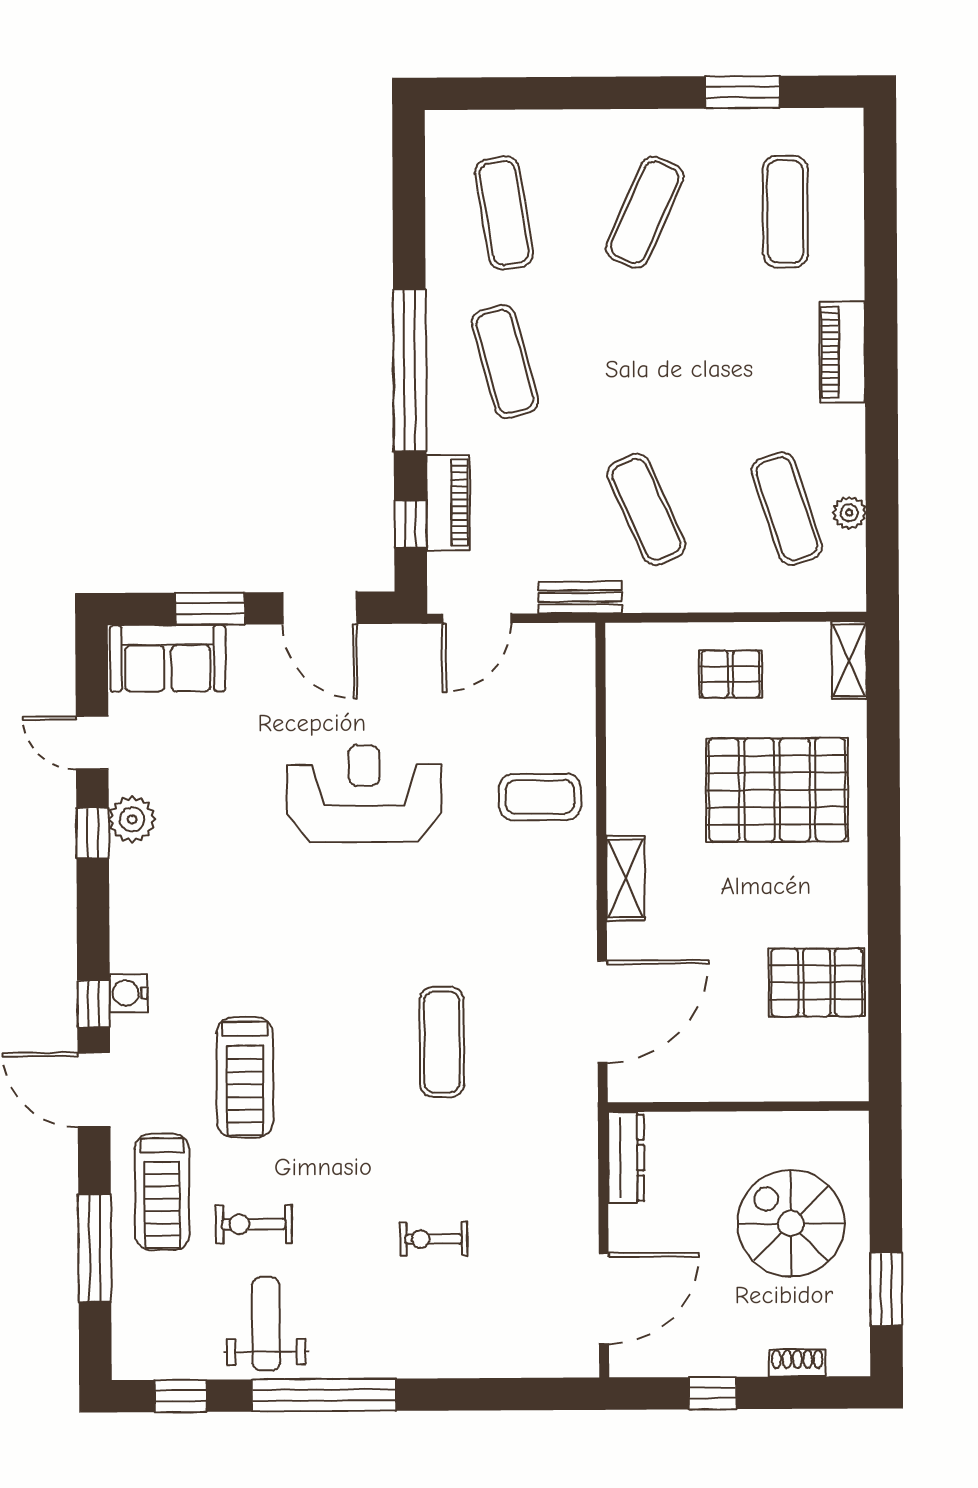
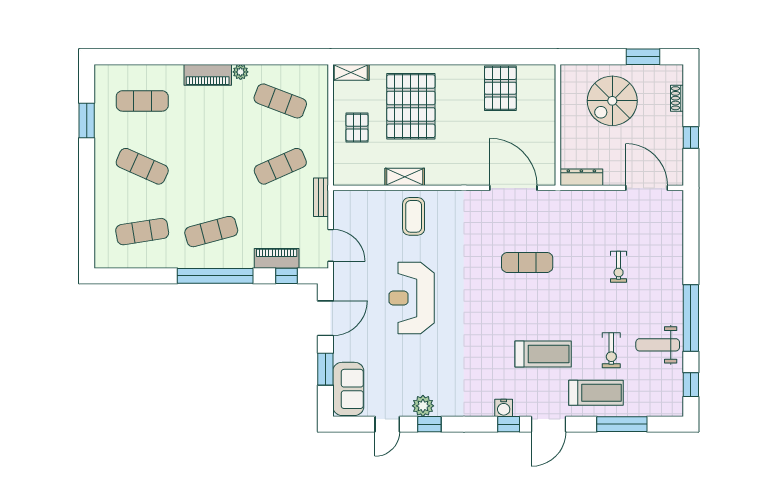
exercise mat: (787, 509) -> (280, 101), turned 39
plant: (849, 513) -> (241, 72), moved
shelving: (625, 878) -> (405, 177), moved

